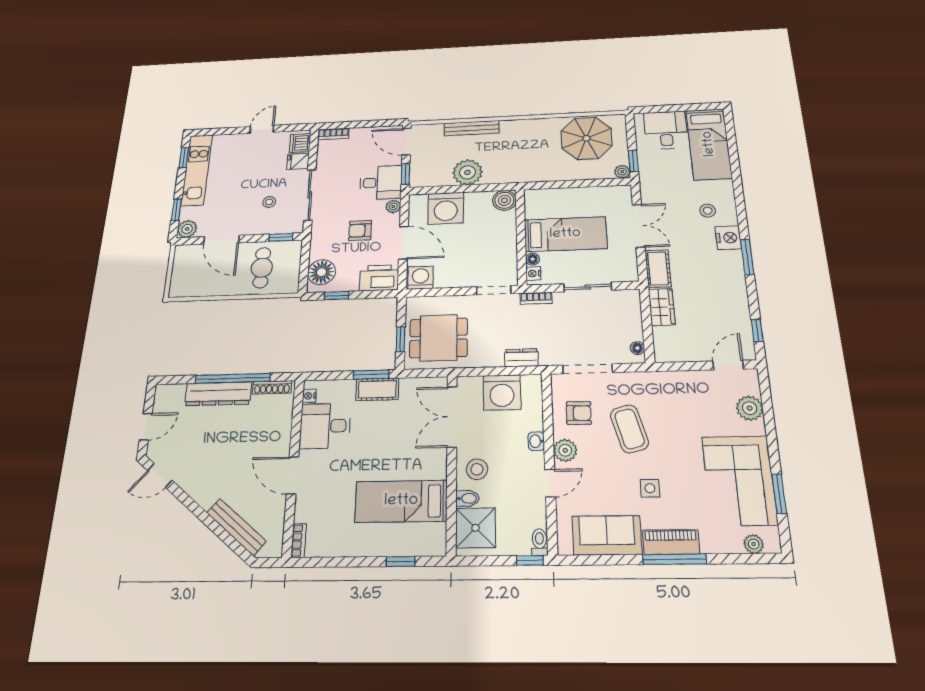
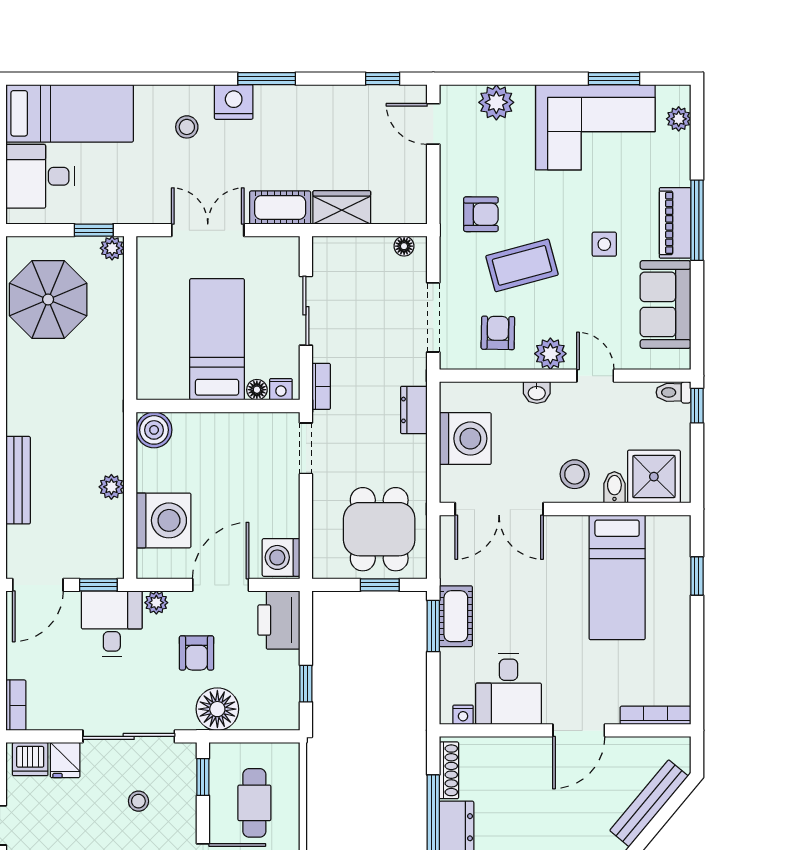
plant: (467, 172) -> (111, 487), width x0.53, depth x0.53
cafe table: (262, 268) -> (254, 803), turned 90
floor lamp: (322, 272) -> (217, 709), moved
armchair: (665, 399) -> (481, 214), added
bookcase: (299, 541) -> (656, 715), width x1.56

